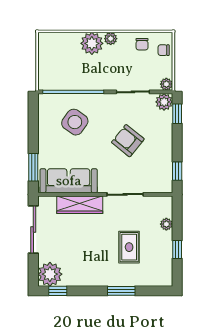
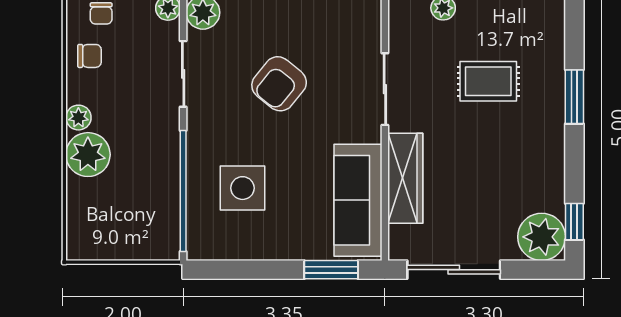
side table: (75, 122) -> (242, 188), turned -35

